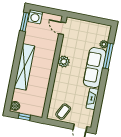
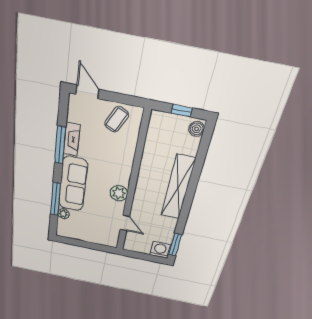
door: (62, 28) -> (125, 223), moved
window: (100, 95) -> (60, 145), added

